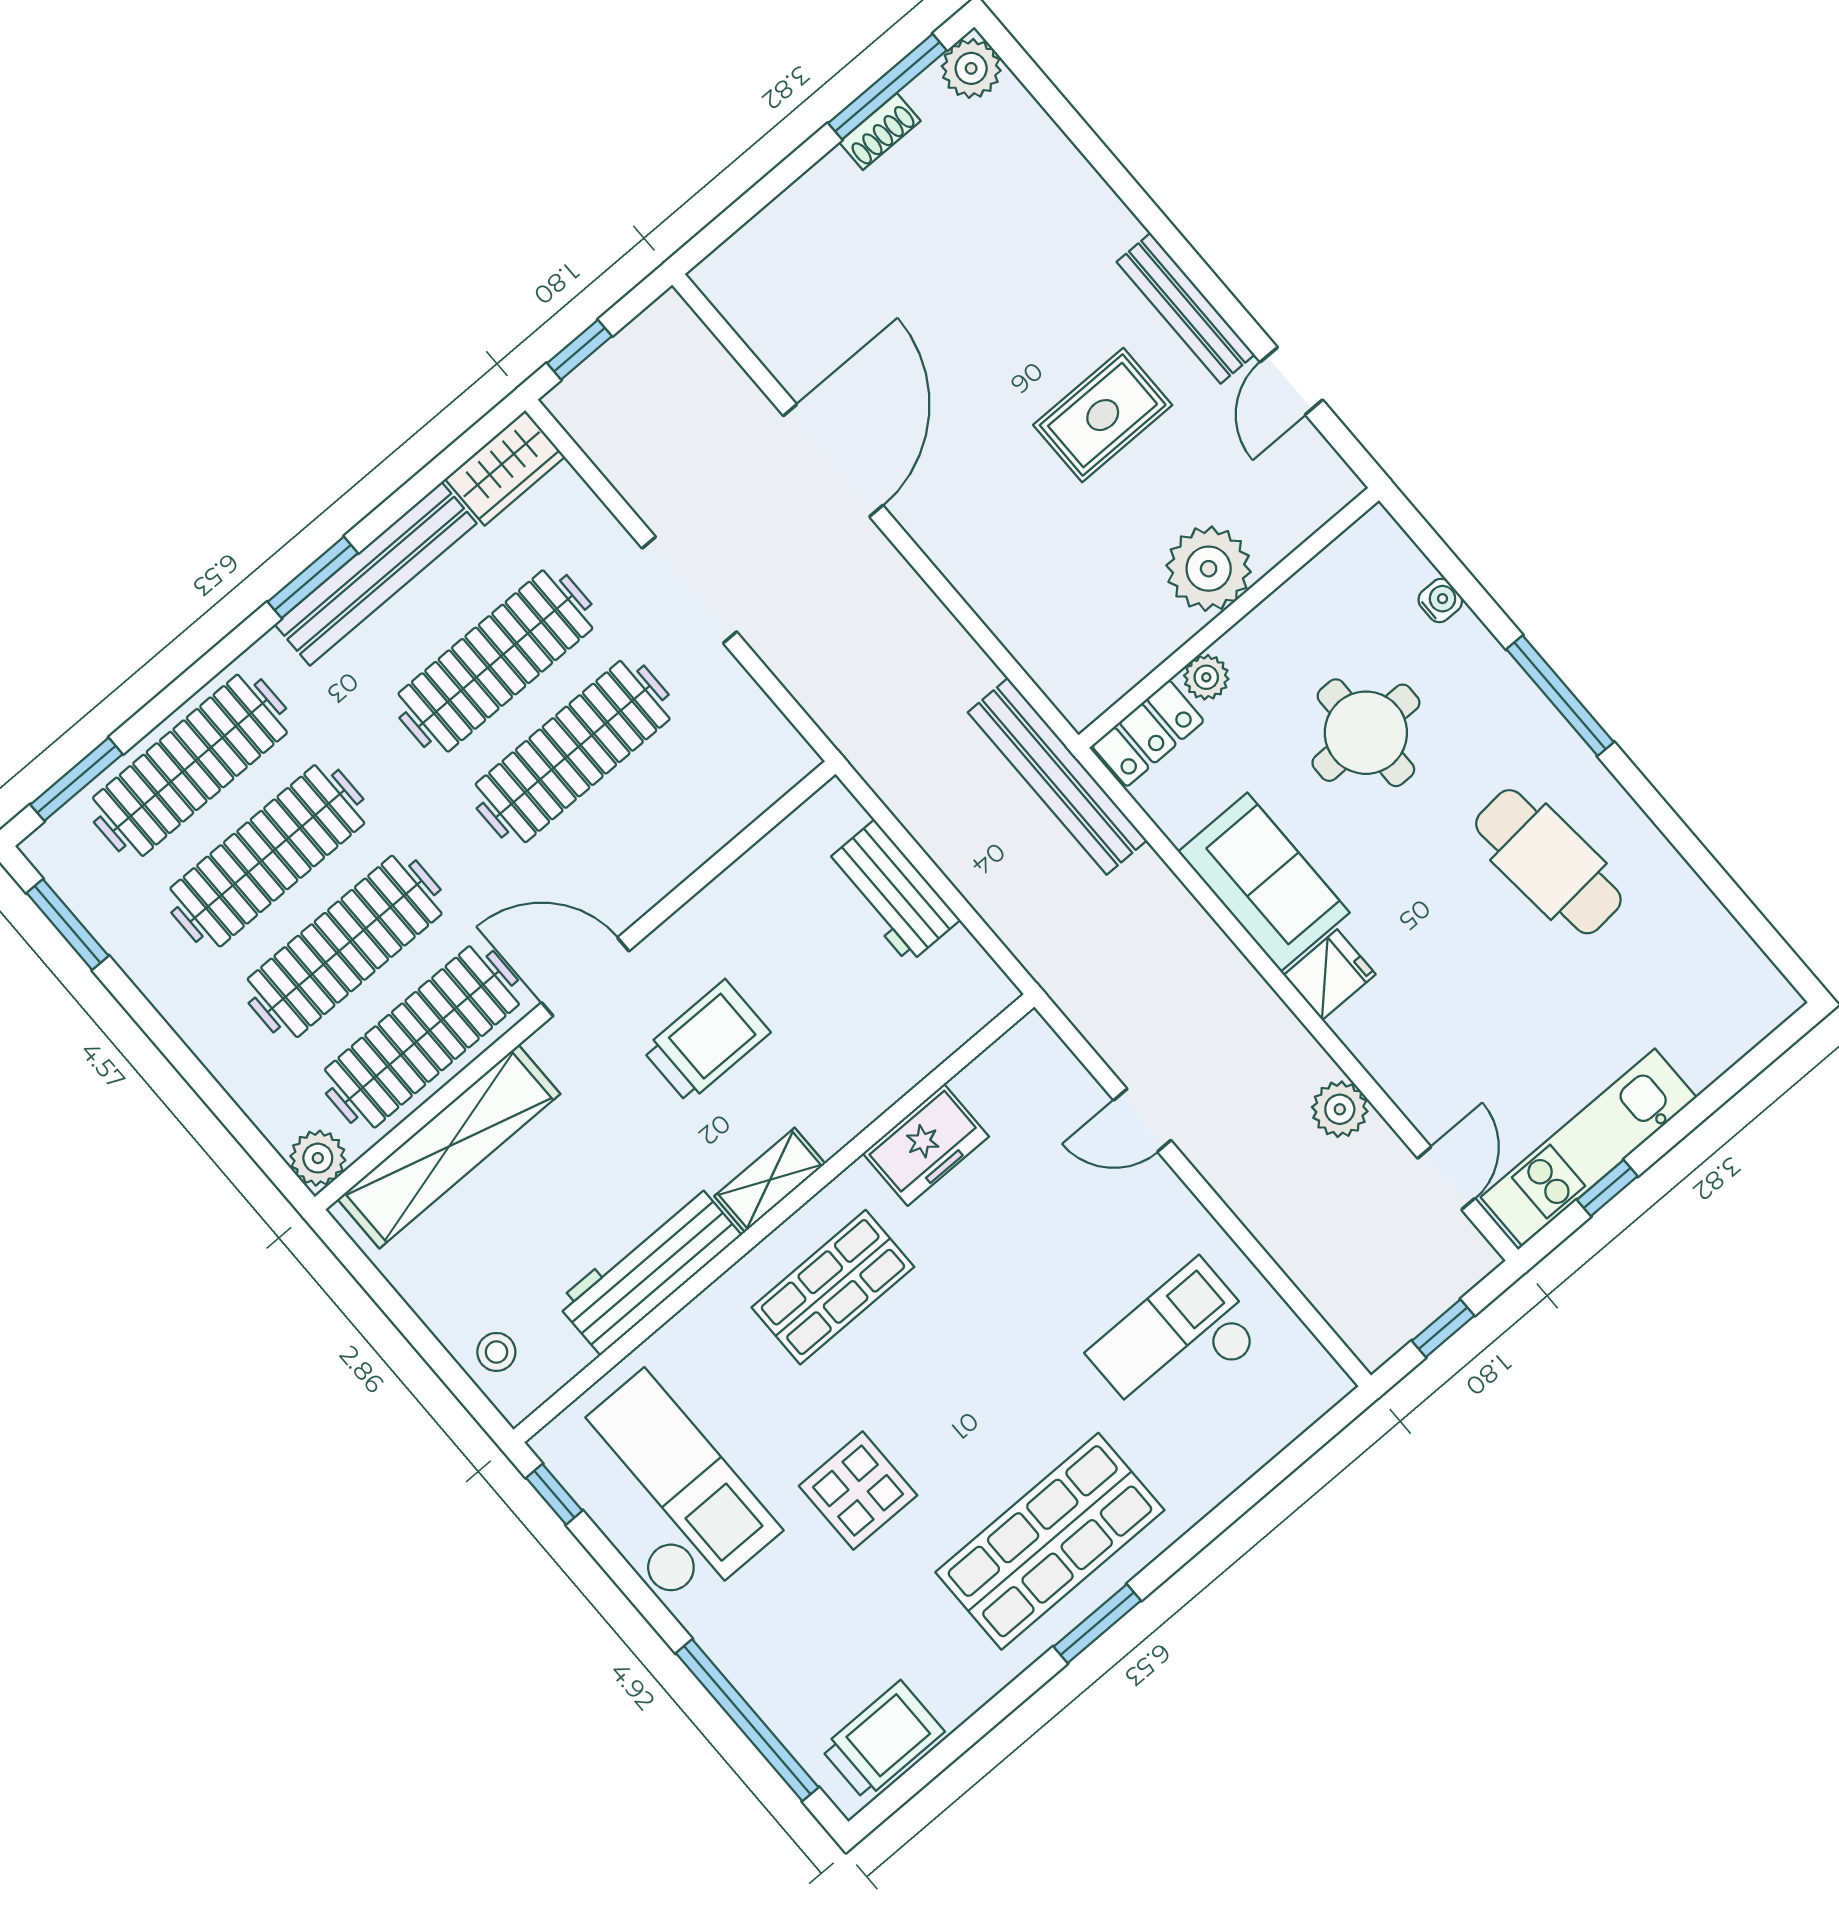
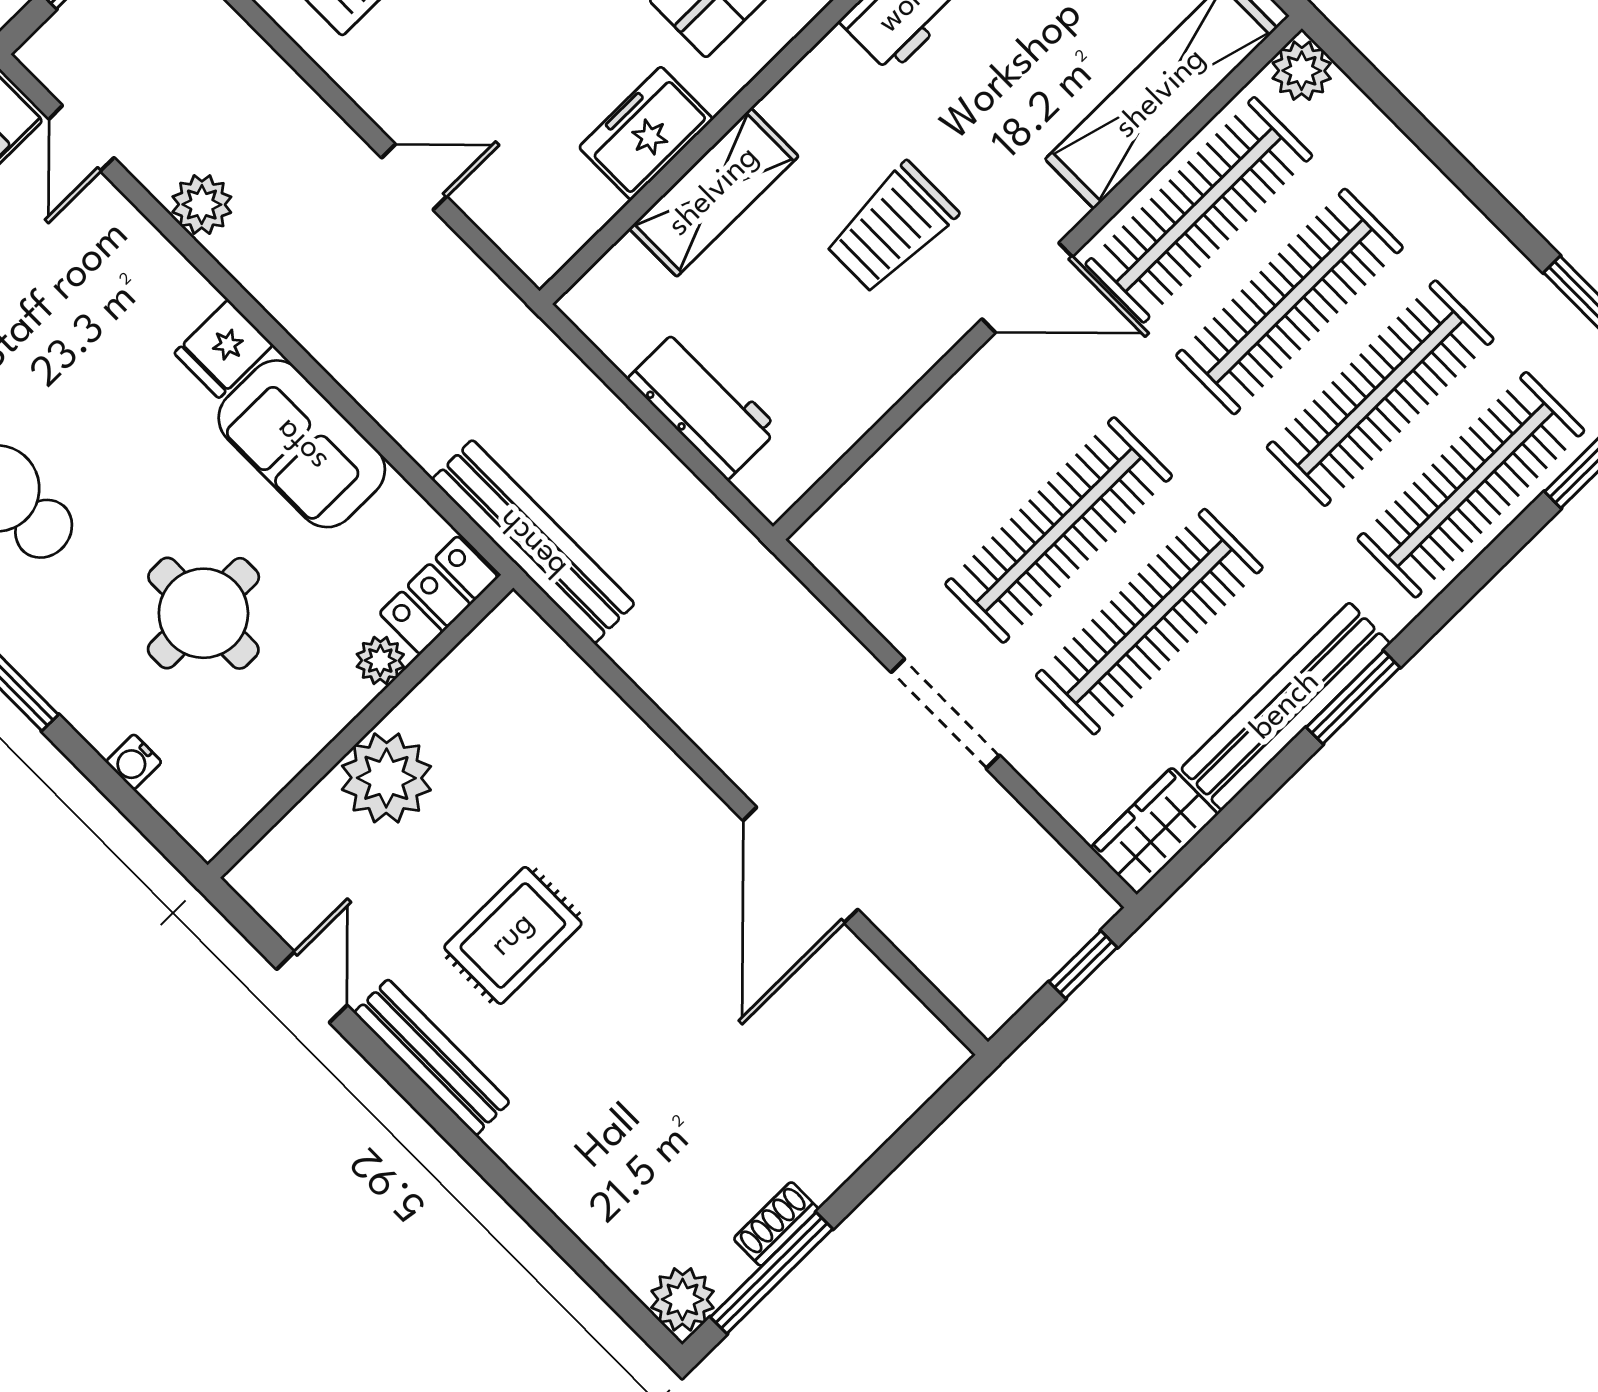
shelving: (770, 1180) -> (714, 192), moved, width x1.50, depth x1.33

